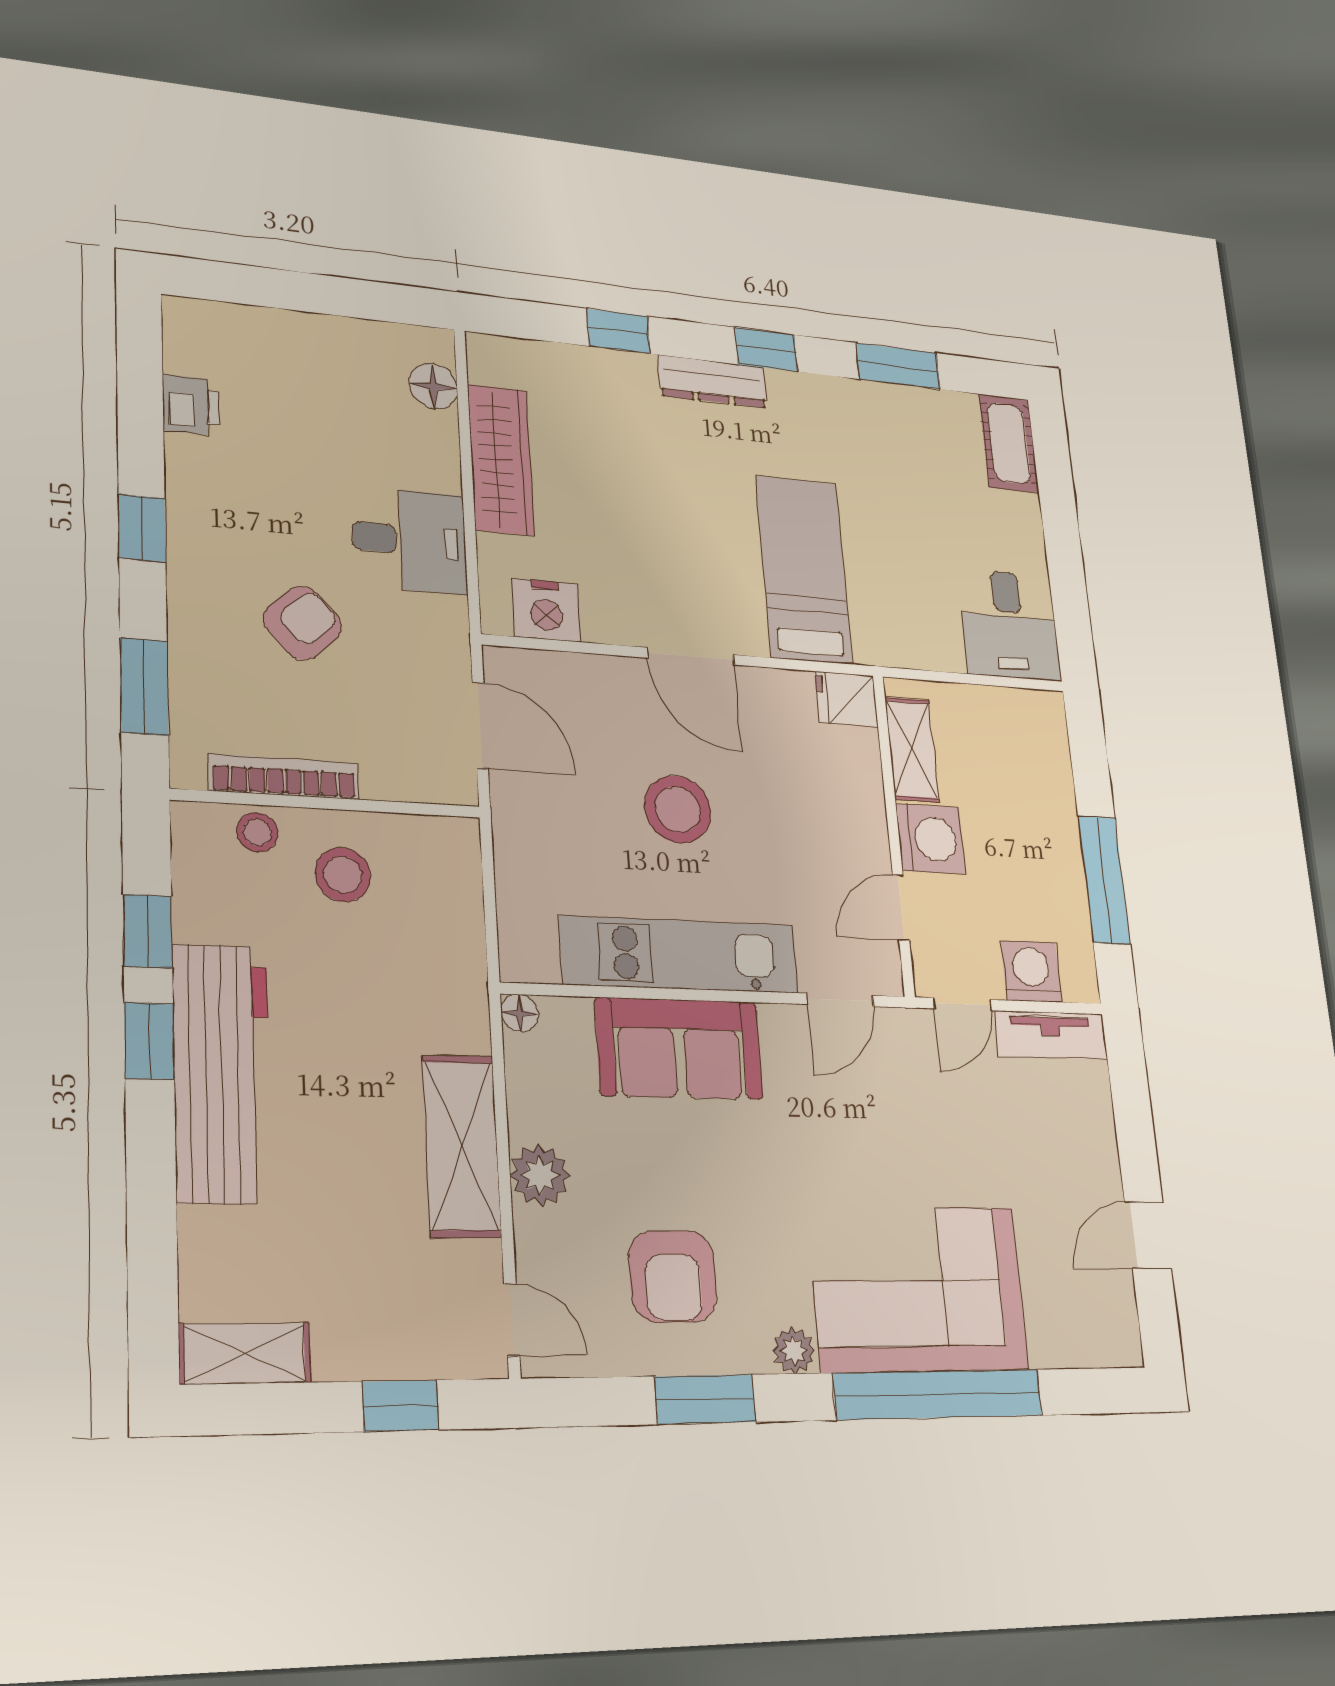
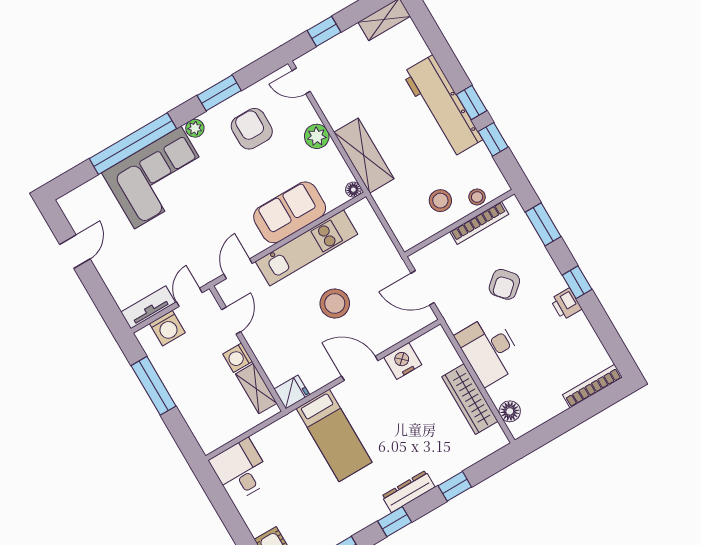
bookcase: (234, 320) -> (592, 386), added
printer: (191, 405) -> (566, 304), moved
desk: (409, 540) -> (489, 350), width x1.37
nightstand: (546, 610) -> (403, 361), moved
washing machine: (931, 839) -> (238, 358), width x0.73, depth x0.73
shelving: (462, 1146) -> (364, 156), moved

